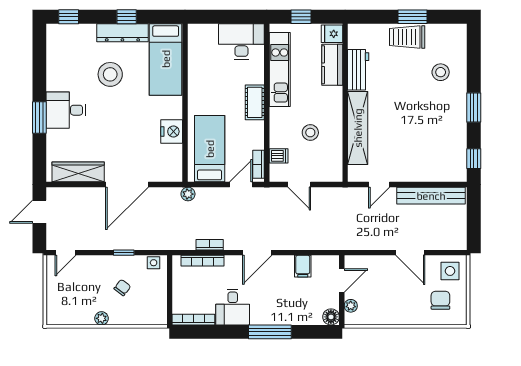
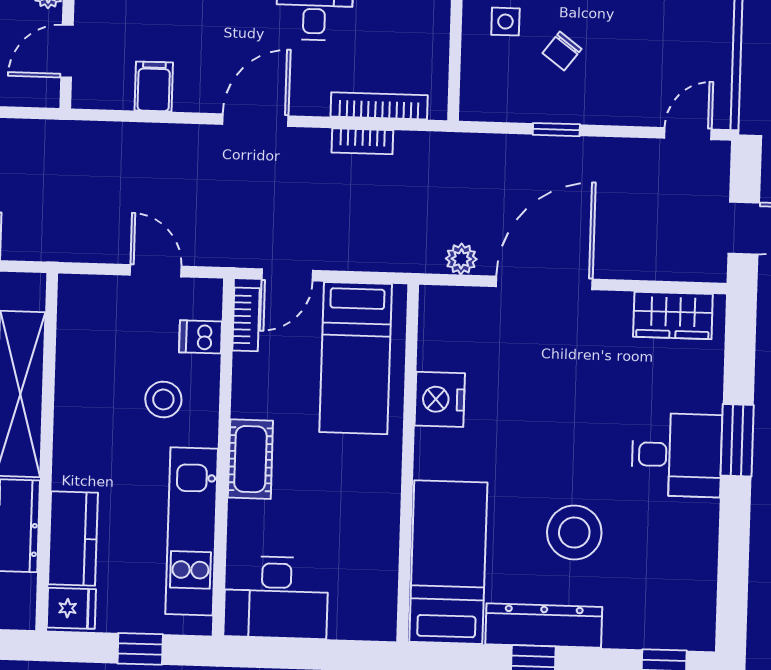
stool: (310, 133) -> (163, 399), moved
wardrobe: (78, 172) -> (673, 315), width x0.67
plant: (188, 194) -> (461, 259), moved
side table: (154, 263) -> (505, 22), moved

